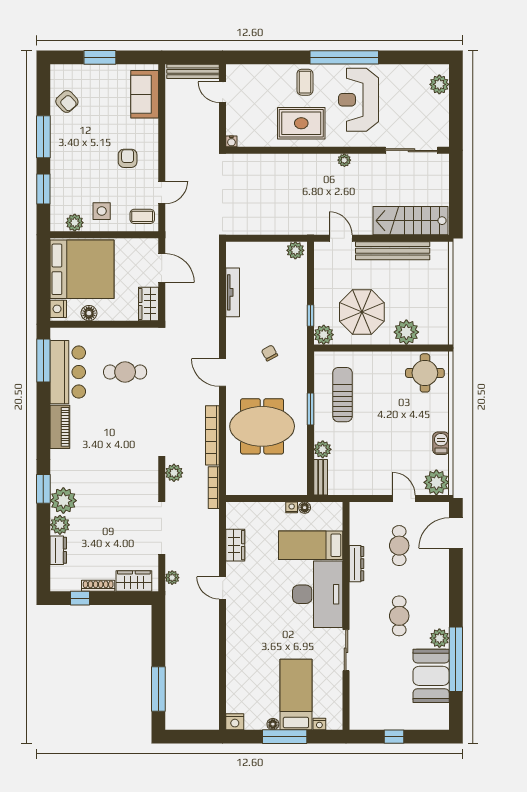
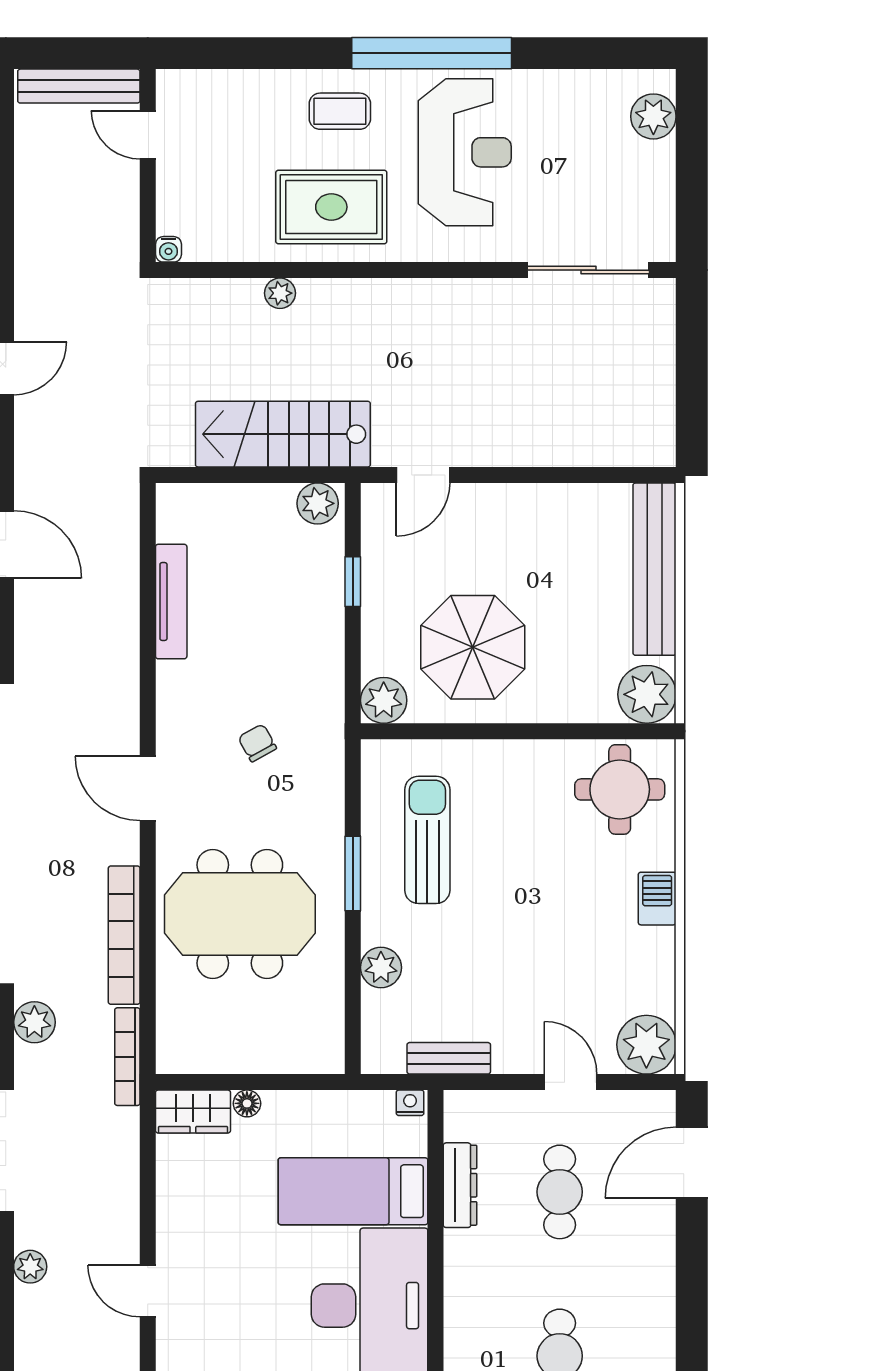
coffee table: (305, 82) -> (340, 111), turned 90
reception desk: (358, 100) -> (465, 152), turned 180
plant: (344, 160) -> (280, 293), moved
stairs: (411, 221) -> (283, 434), moved
door: (341, 238) -> (423, 475), swing flipped
bench: (393, 251) -> (655, 569), moved, turned 90
window: (310, 315) -> (353, 582), moved
plant: (406, 332) -> (647, 694), moved
barbecue: (441, 443) -> (657, 899), moved
bench: (321, 477) -> (449, 1058), moved, turned 90
nightstand: (292, 507) -> (410, 1103), moved
floor lamp: (305, 508) -> (247, 1103), moved
wardrobe: (235, 545) -> (193, 1112), moved, turned 90
dresser: (356, 564) -> (460, 1185), moved

